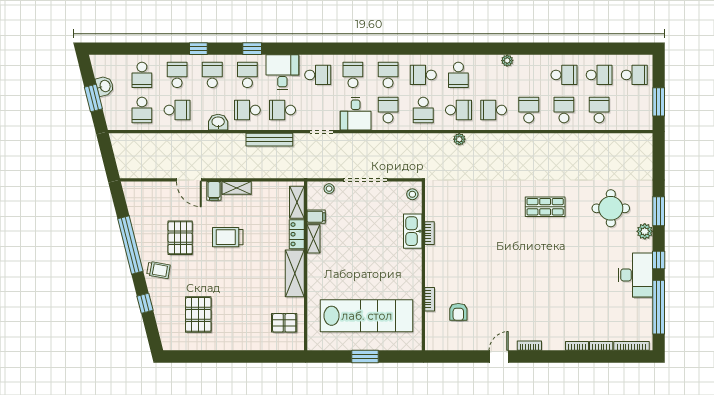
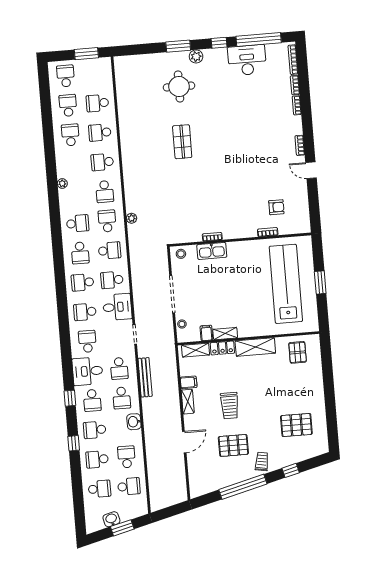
school desk: (247, 75) -> (92, 400), turned -90
filing cabinet: (214, 191) -> (189, 382), moved
desk: (635, 275) -> (247, 60), moved

